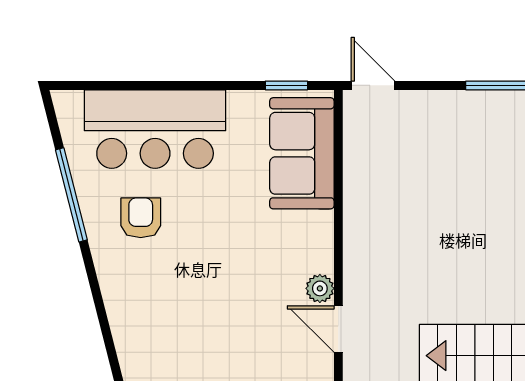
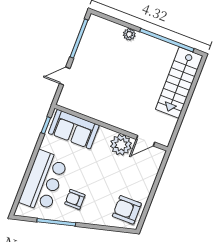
door: (373, 85) -> (65, 76), moved
plant: (320, 288) -> (121, 145), width x1.88, depth x1.88
armchair: (162, 347) -> (127, 210), added

